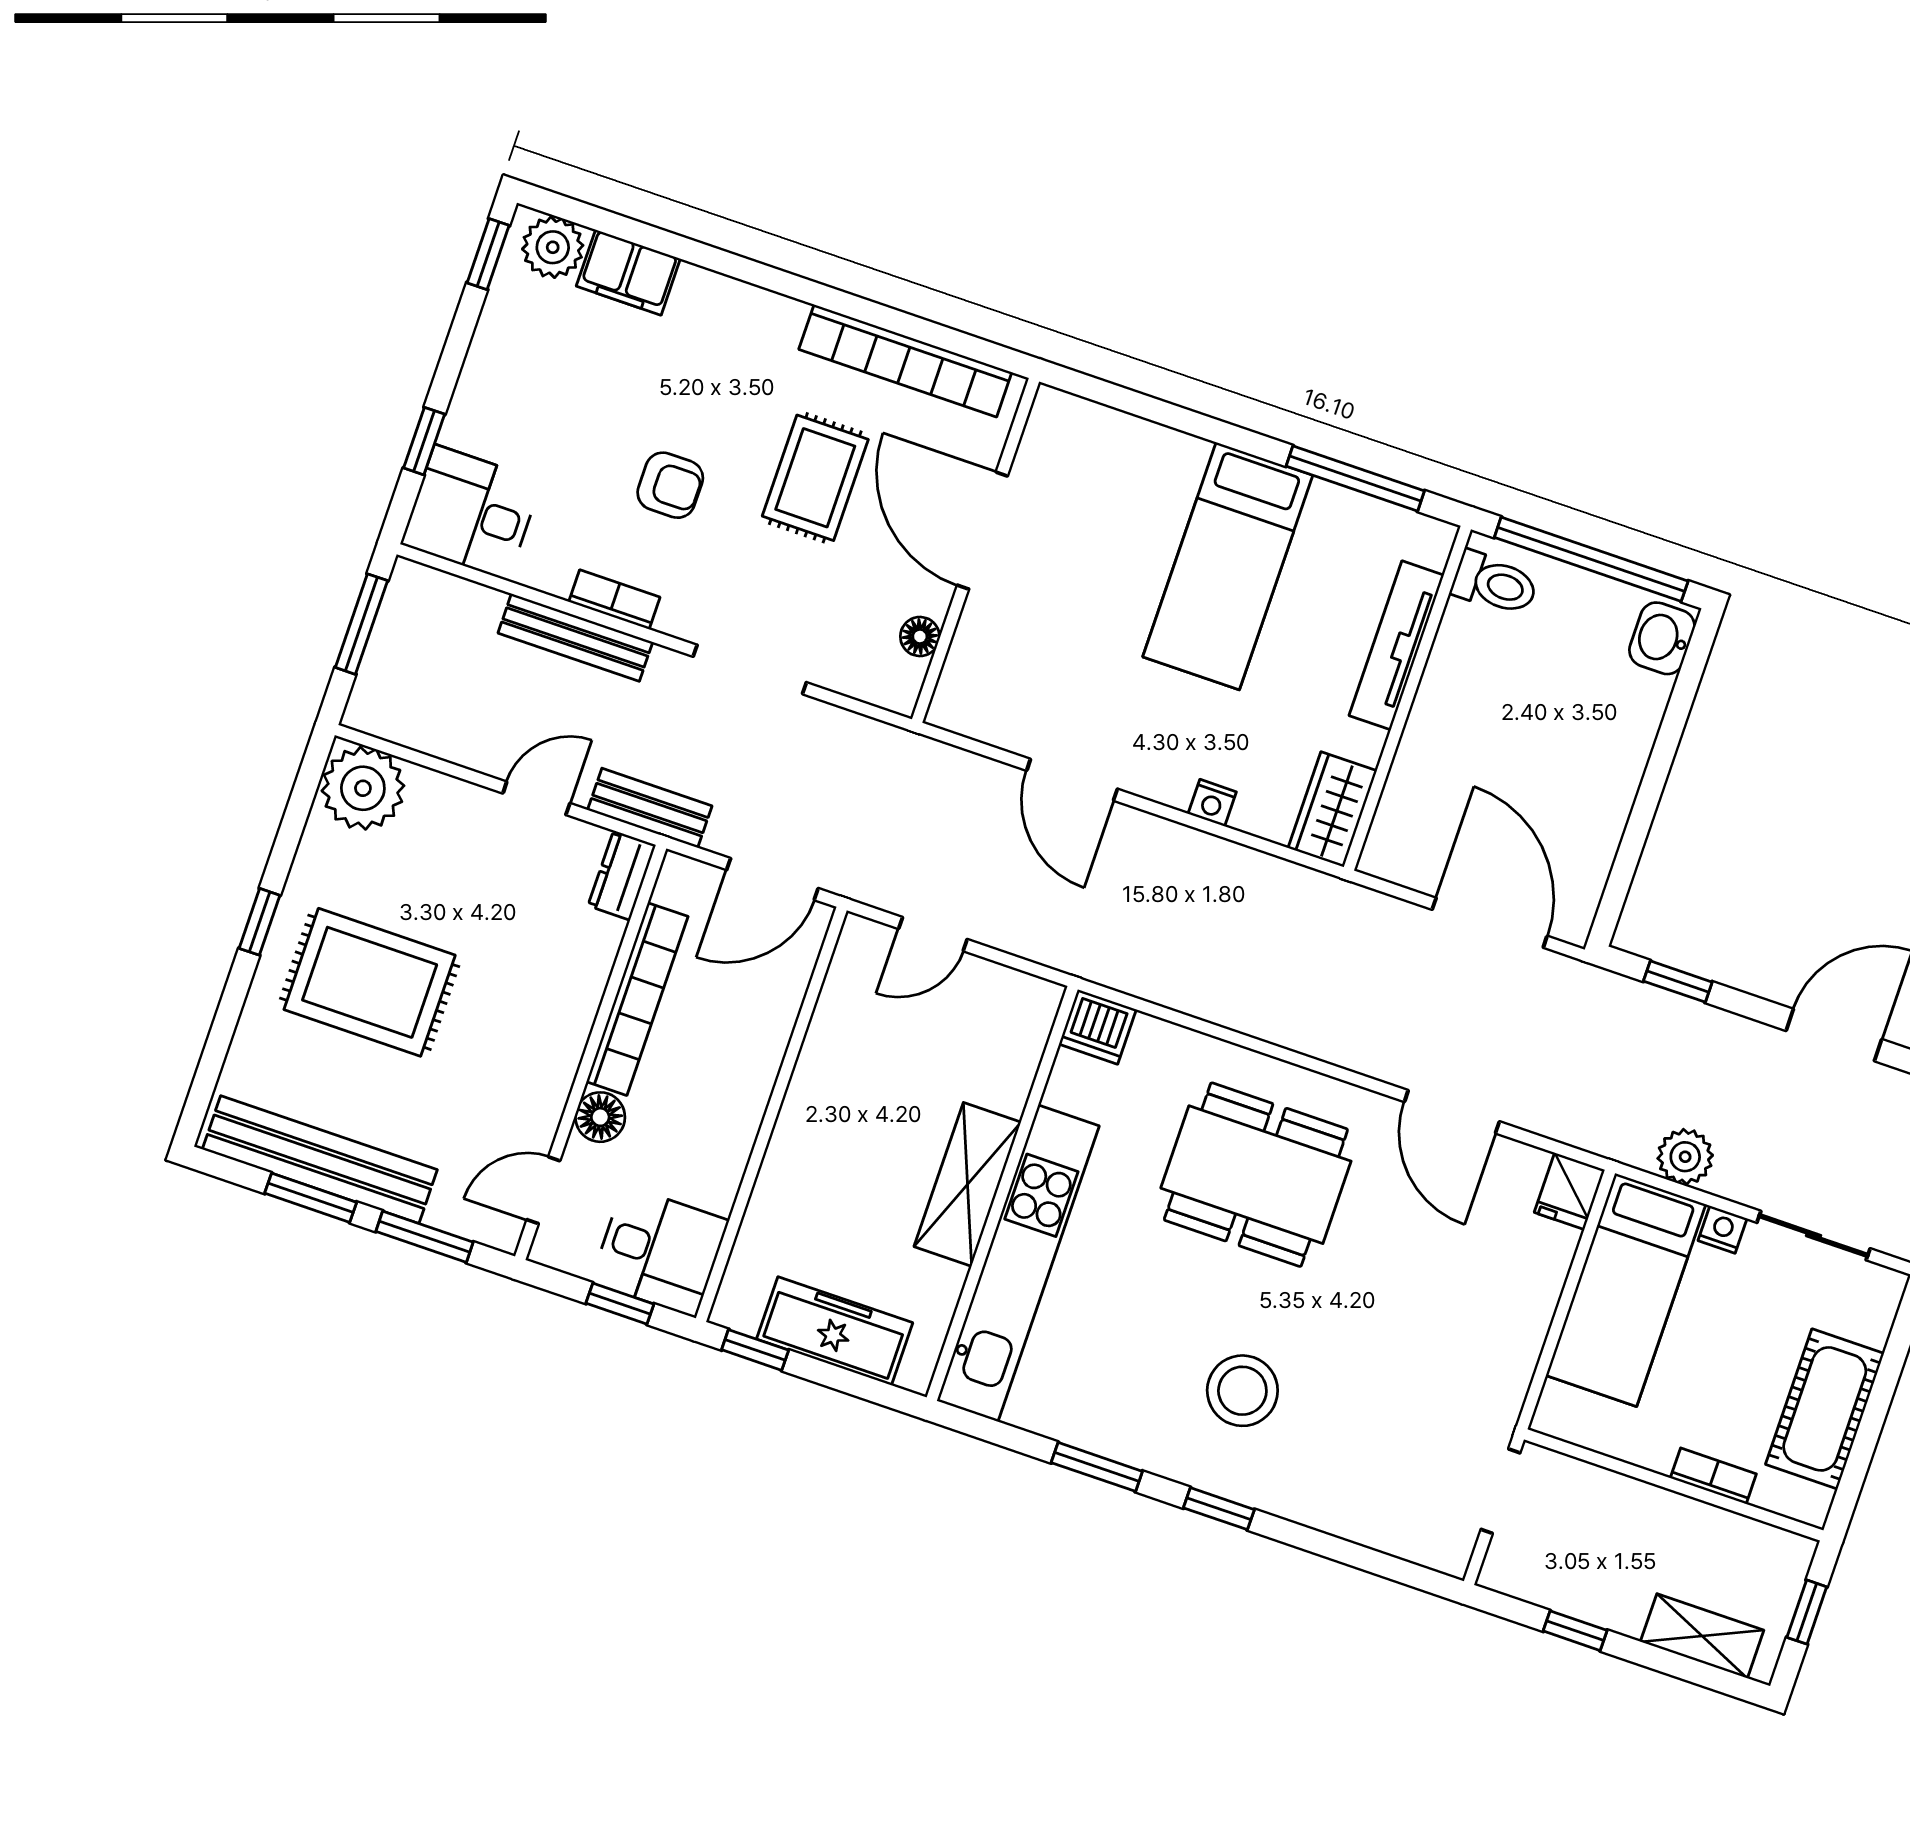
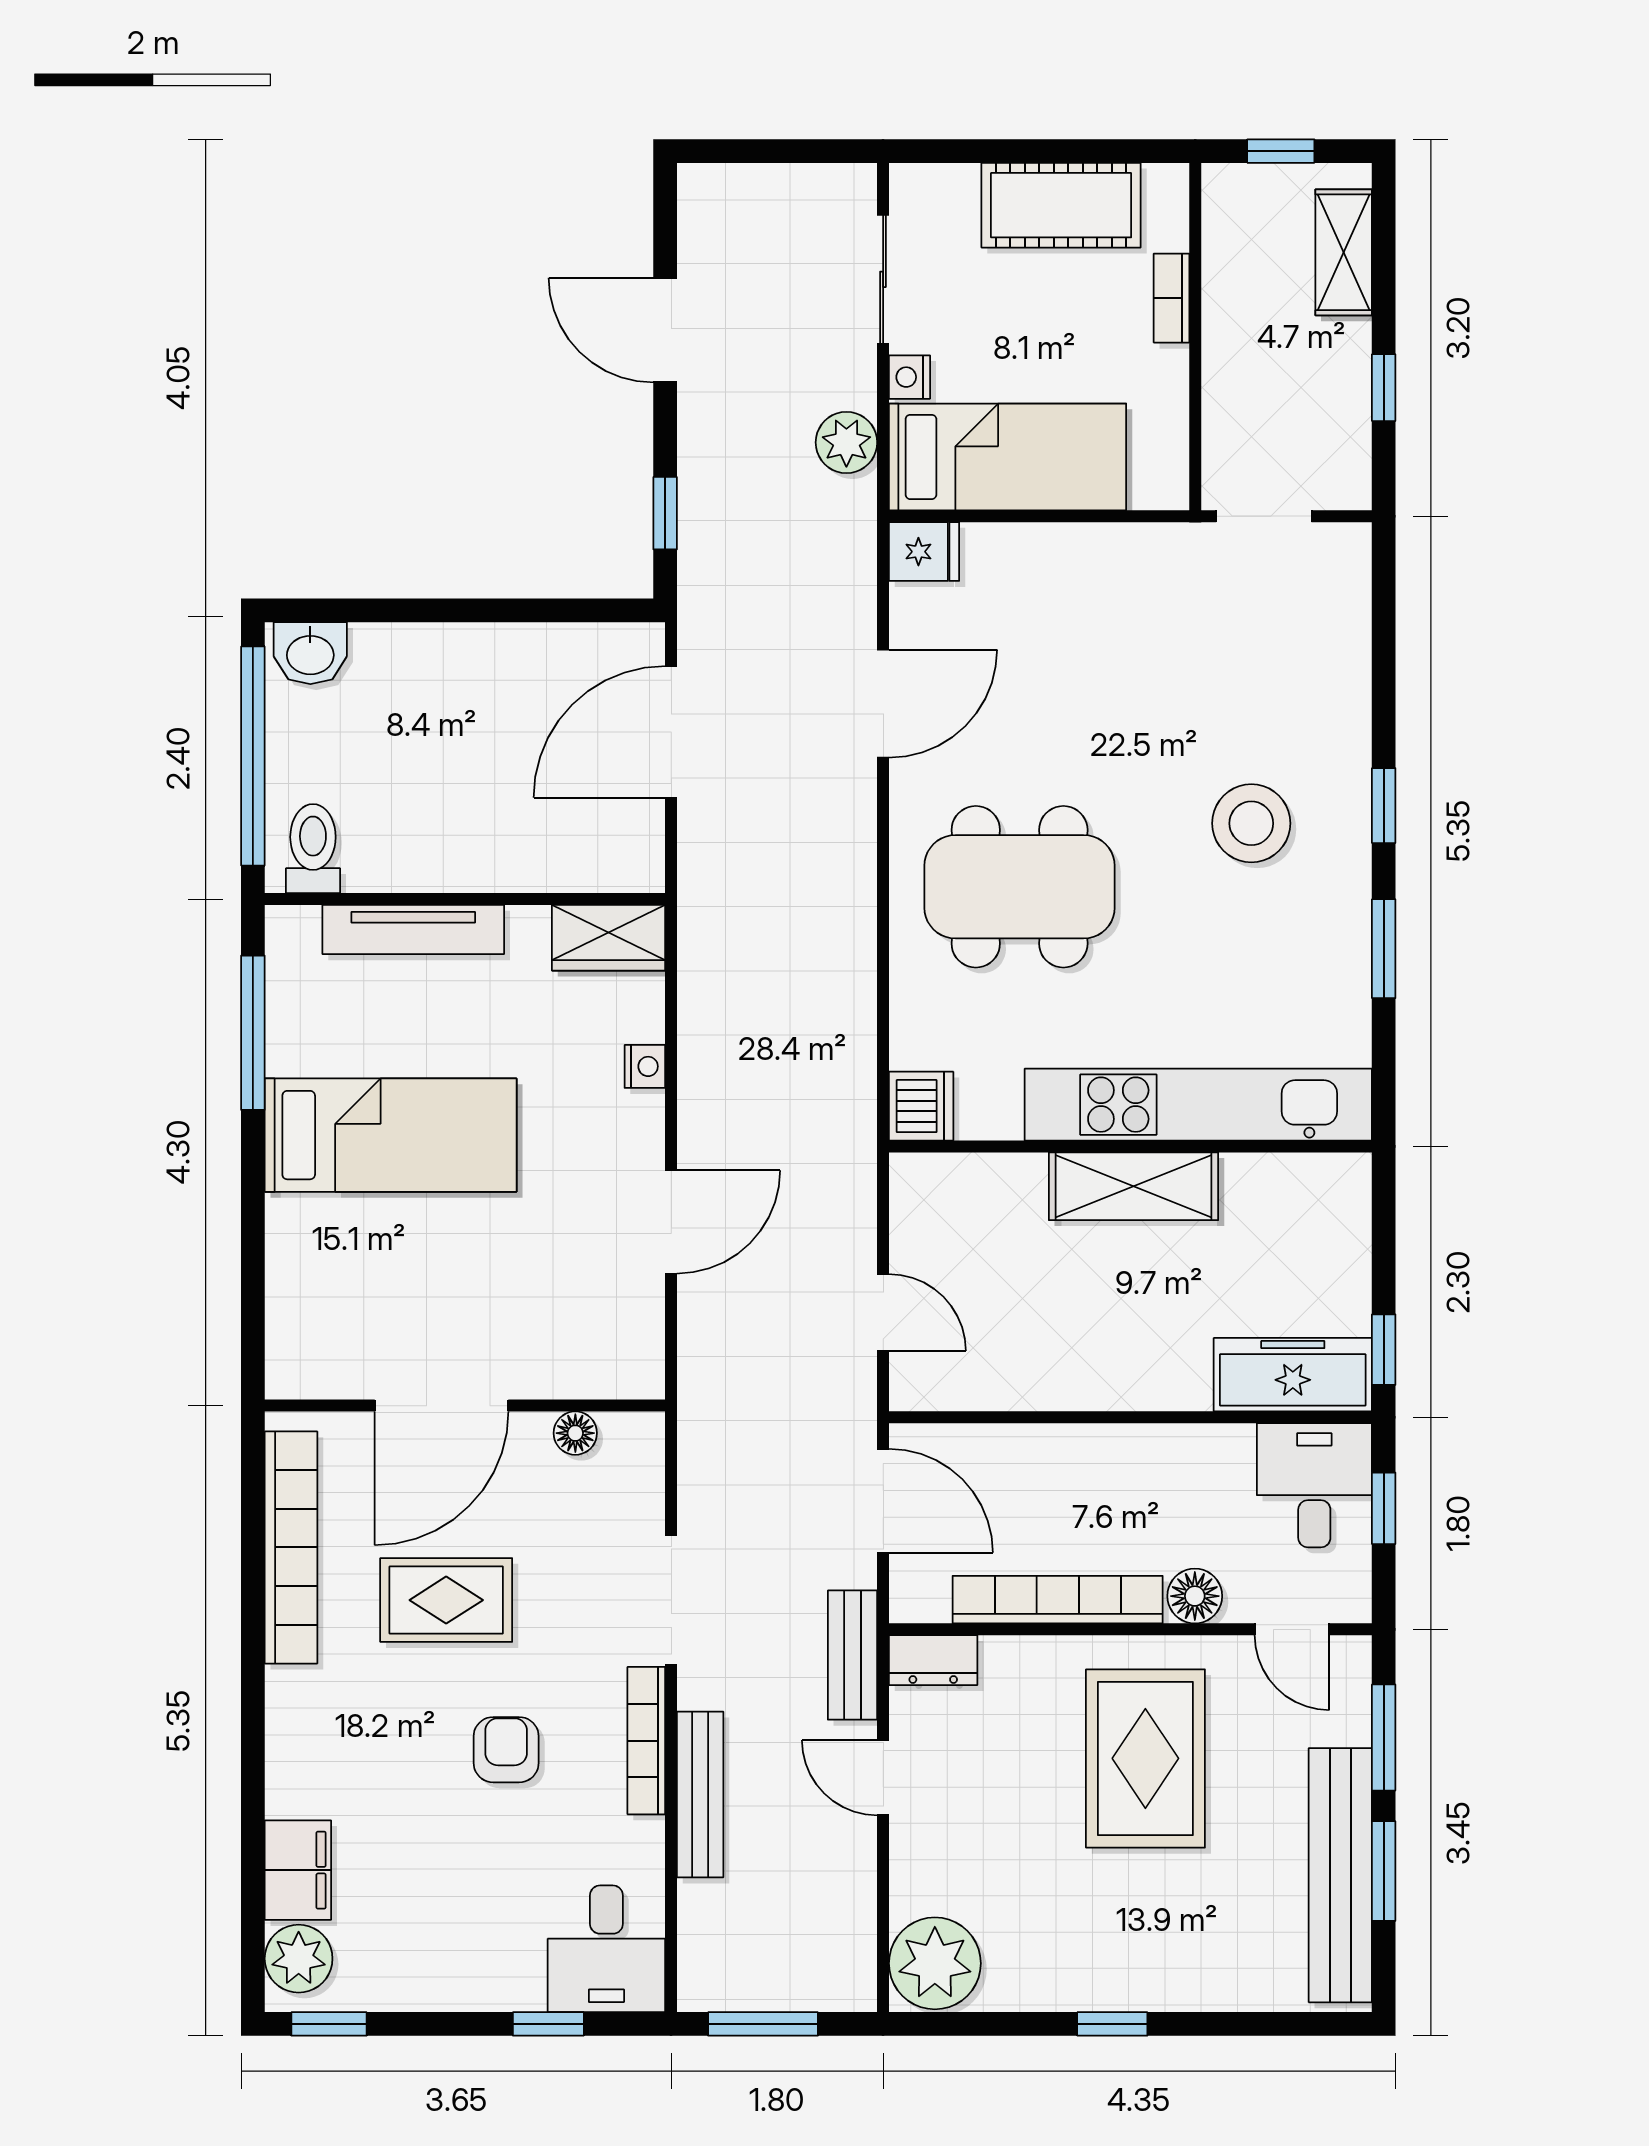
bookcase: (614, 600) -> (646, 1741), width x1.56
rug: (370, 982) -> (1145, 1758), moved
dining table: (1256, 1175) -> (1020, 887), turned 90
freezer: (835, 1331) -> (1293, 1375), moved, turned 90

